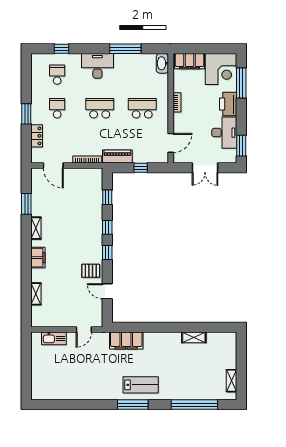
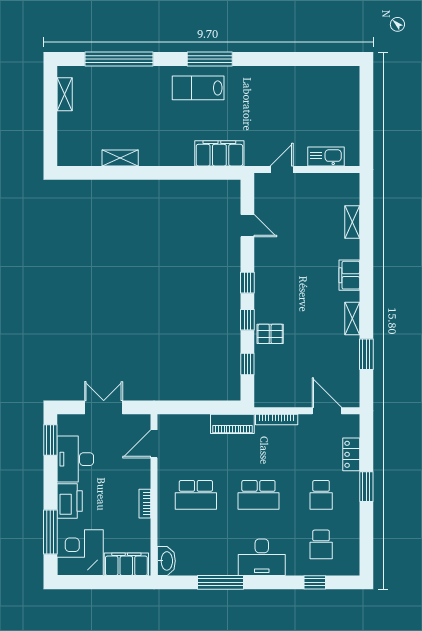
window: (141, 168) -> (198, 407), removed
pallet: (91, 271) -> (270, 334), moved

